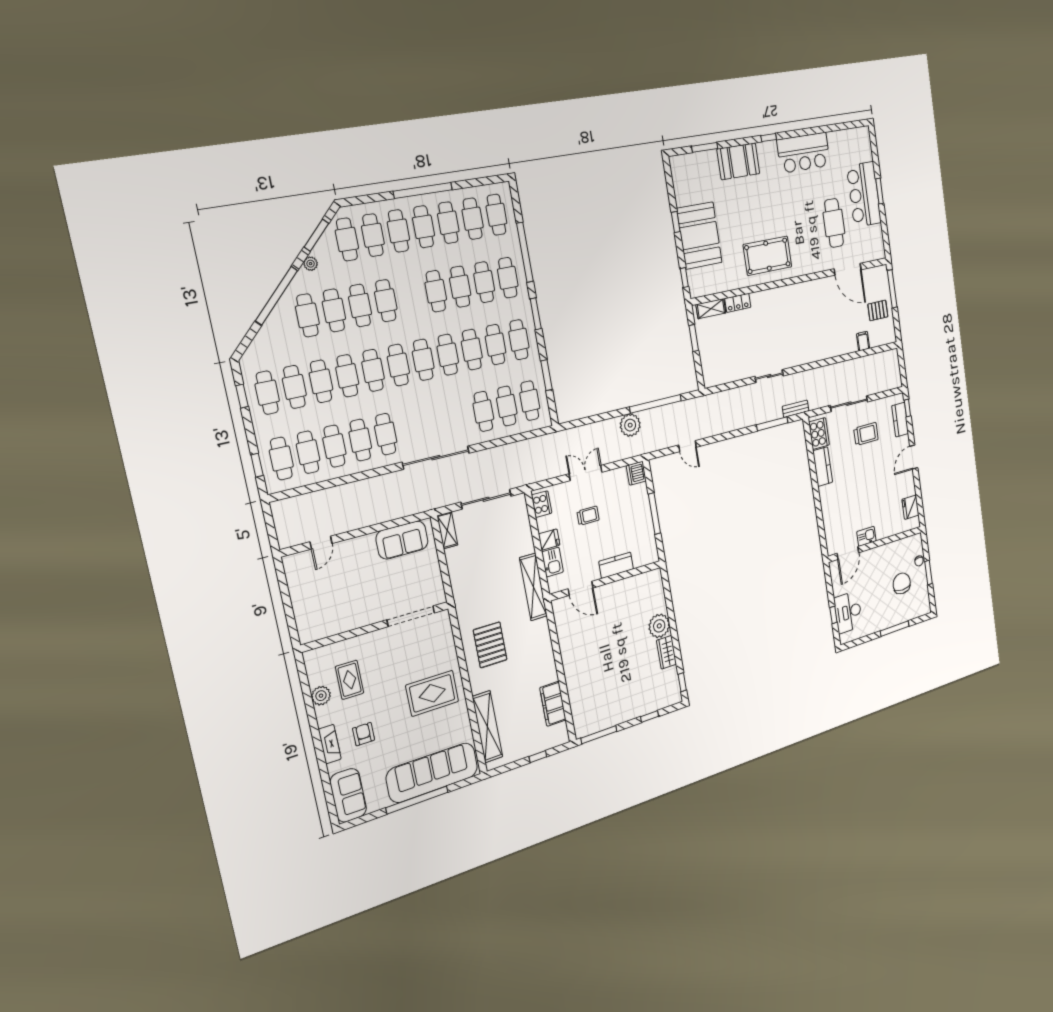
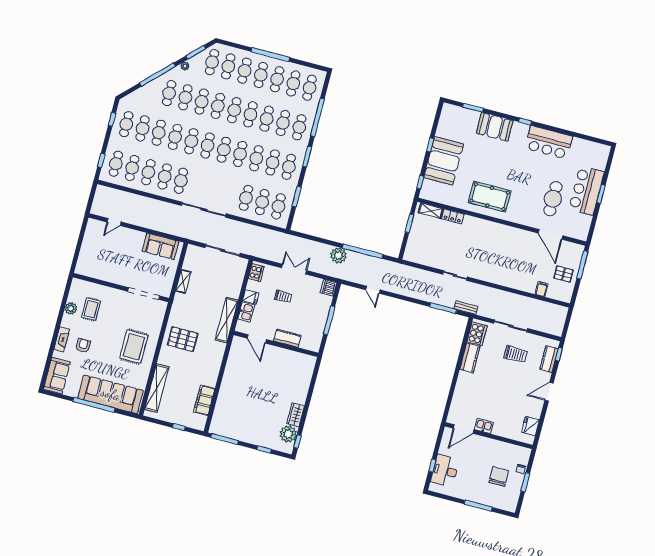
cafe table: (411, 296) -> (234, 110), added
shelving: (447, 530) -> (183, 281), moved
plant: (659, 626) -> (288, 434), moved
pallet: (490, 645) -> (183, 339), turned 90
rug: (432, 693) -> (134, 347), turned 90

